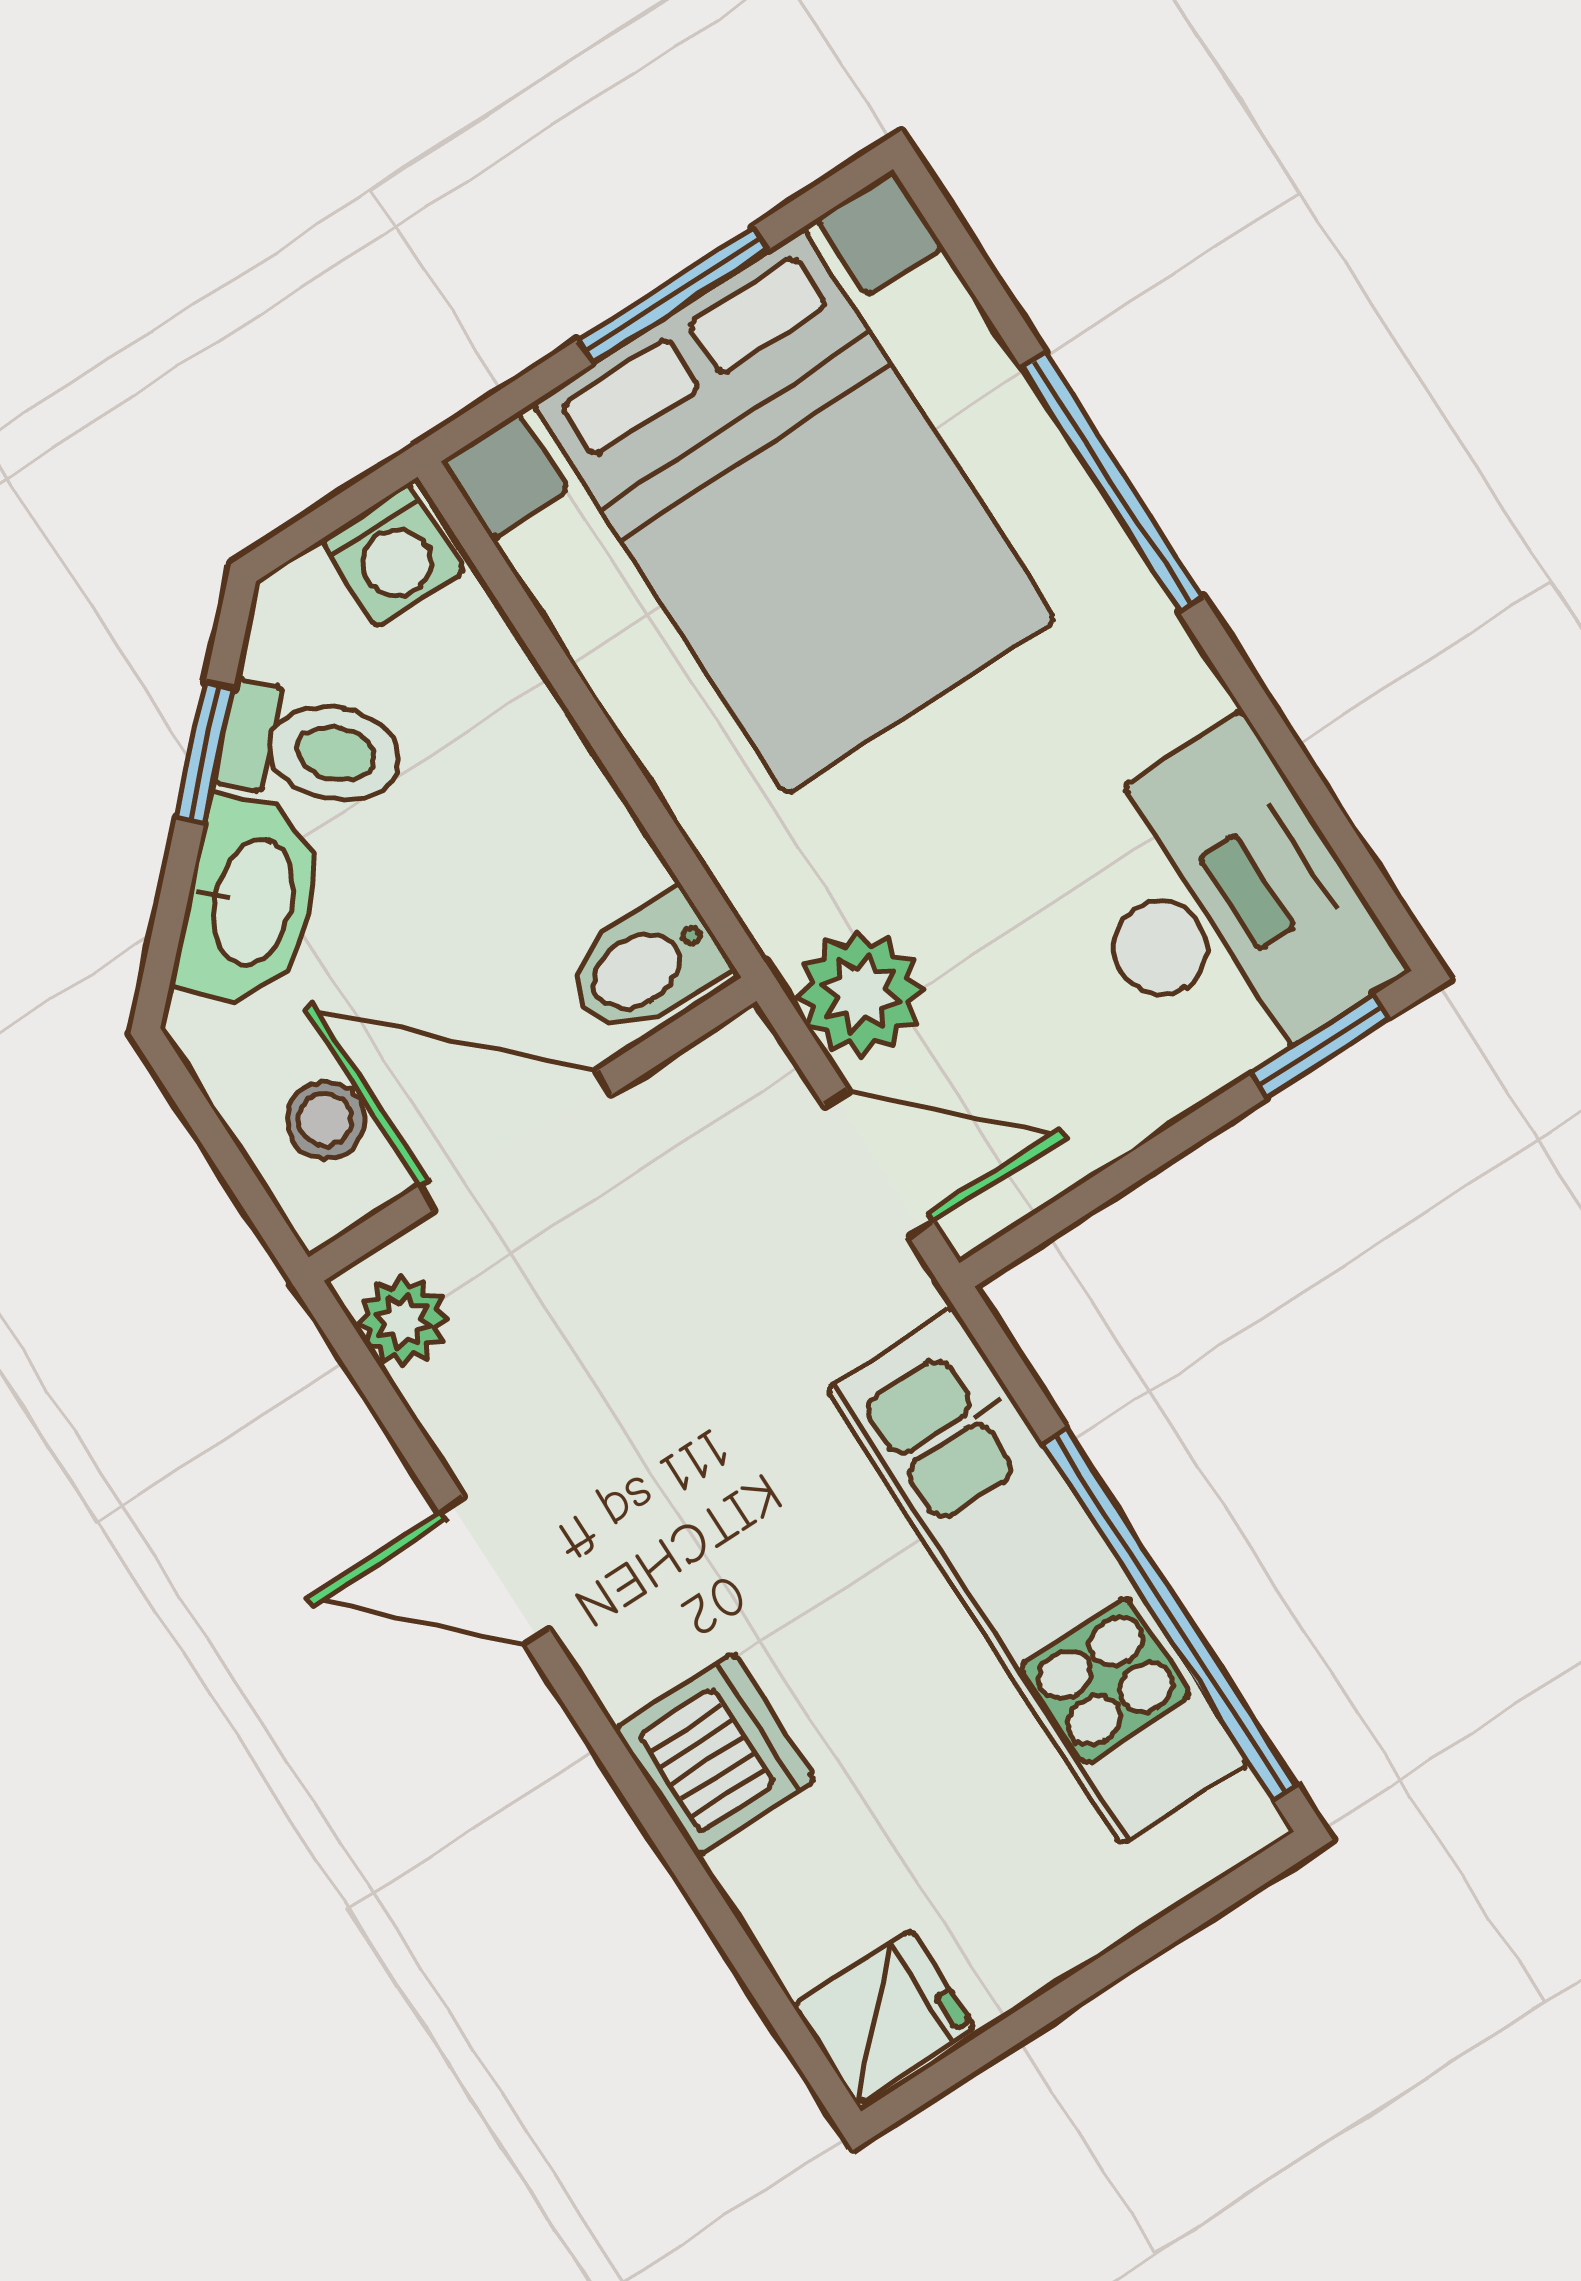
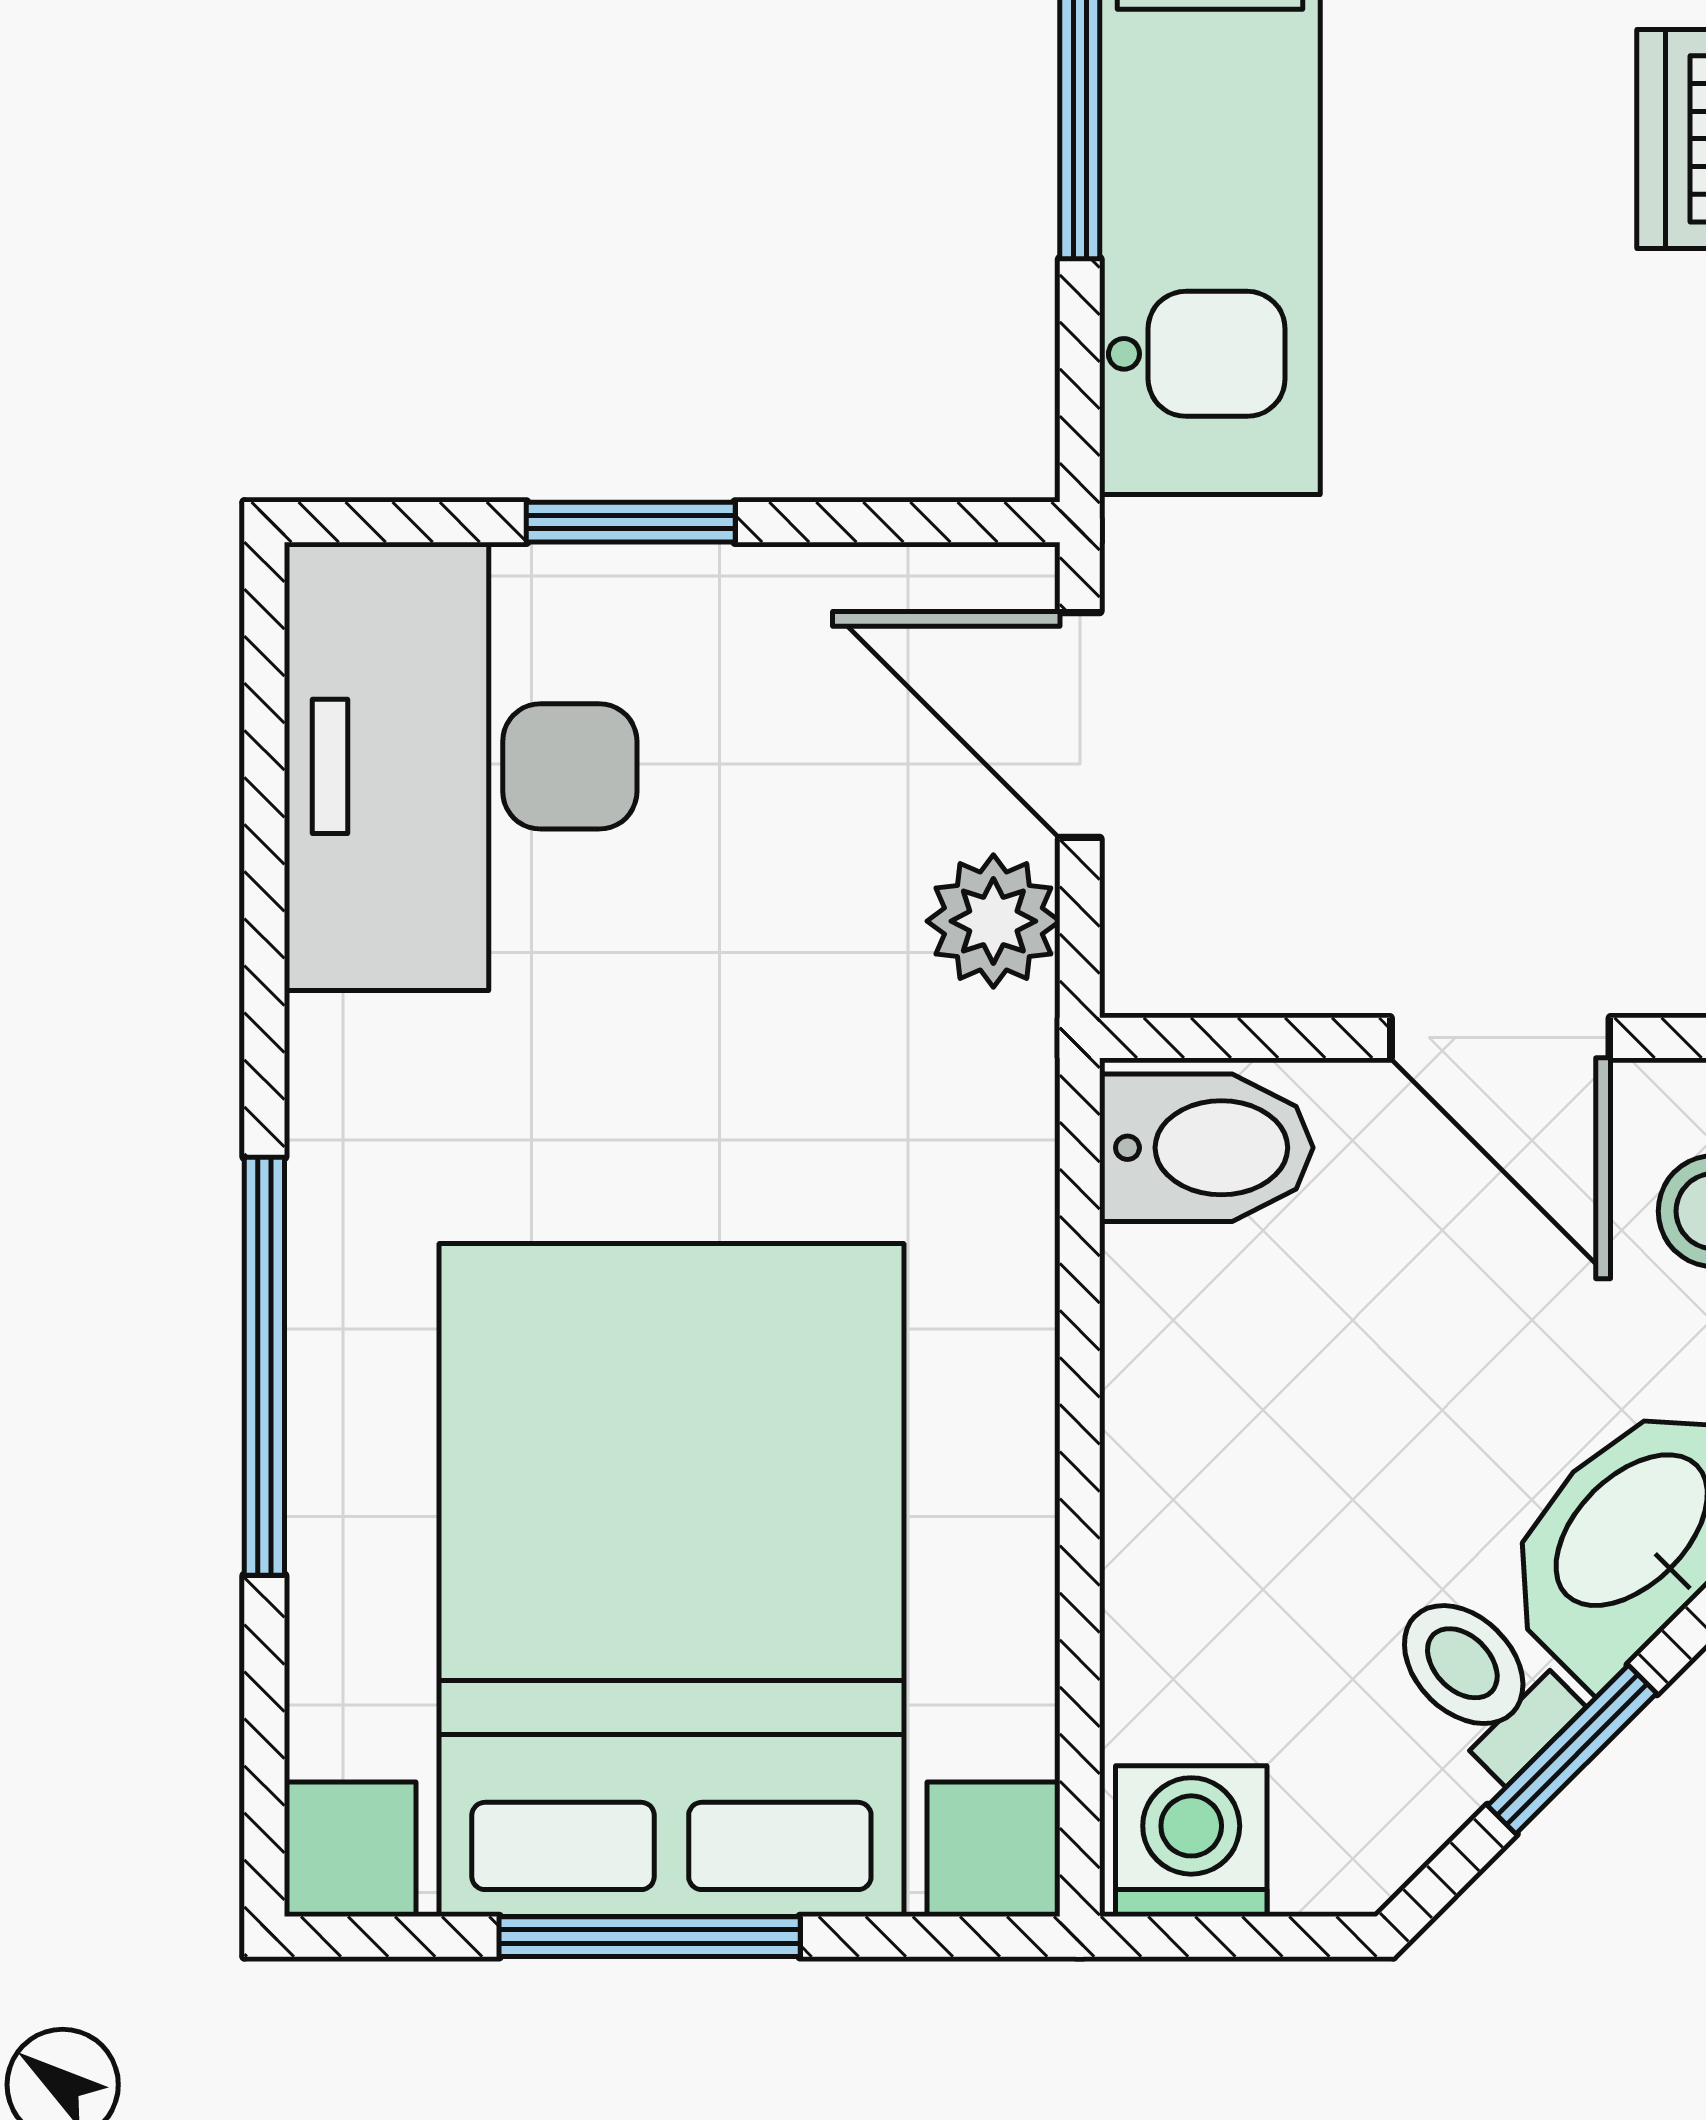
toilet: (311, 748) -> (1481, 1682), width x0.73, depth x0.72
plant: (860, 993) -> (993, 921), width x0.73, depth x0.73
window: (1320, 1046) -> (631, 522), moved
door: (515, 1140) -> (1500, 1038), width x0.73

